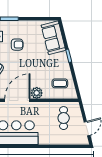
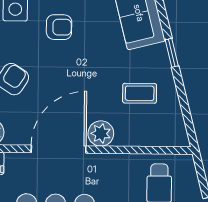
coffee table: (60, 83) -> (140, 93), moved

